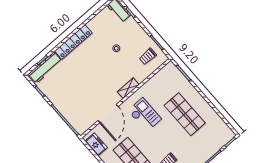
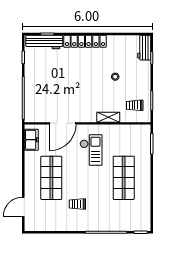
shelving: (128, 88) -> (108, 117), moved

